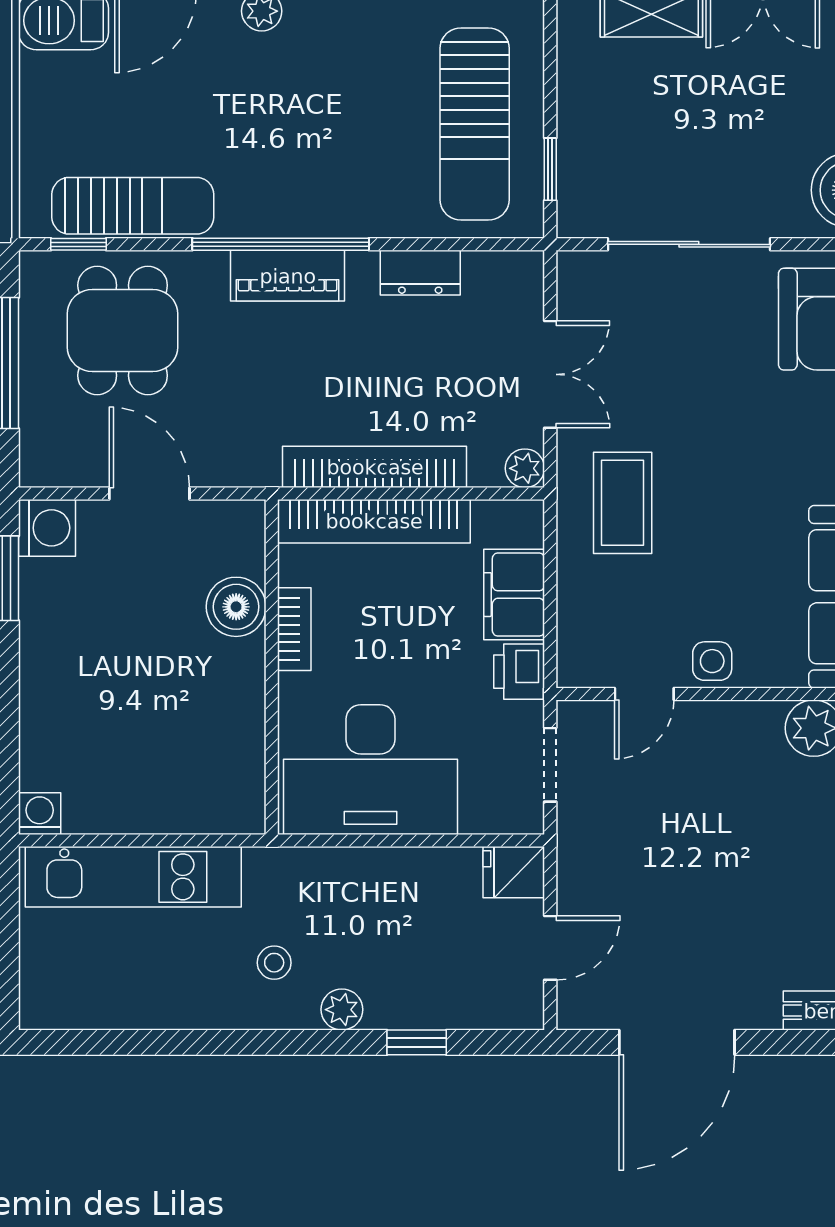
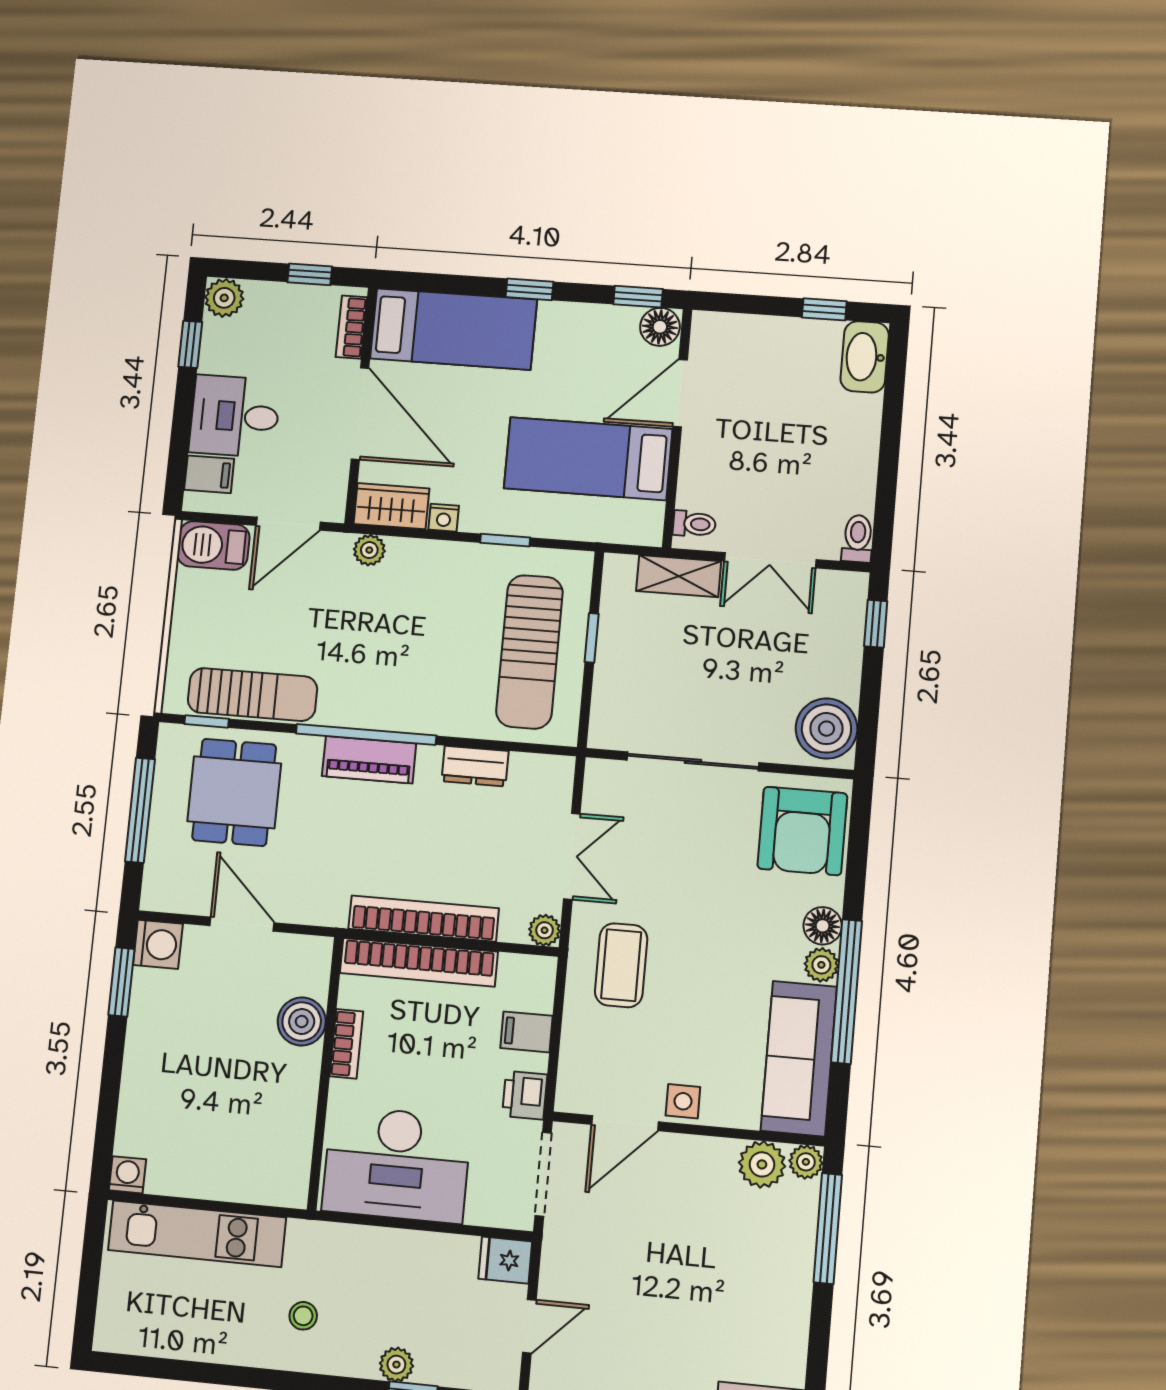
window: (550, 169) -> (592, 638), moved
filing cabinet: (514, 595) -> (526, 1032), width x0.50
door: (644, 694) -> (625, 1123), width x1.37
doorway: (550, 765) -> (543, 1174), width x1.38
plant: (342, 1010) -> (396, 1365), moved

